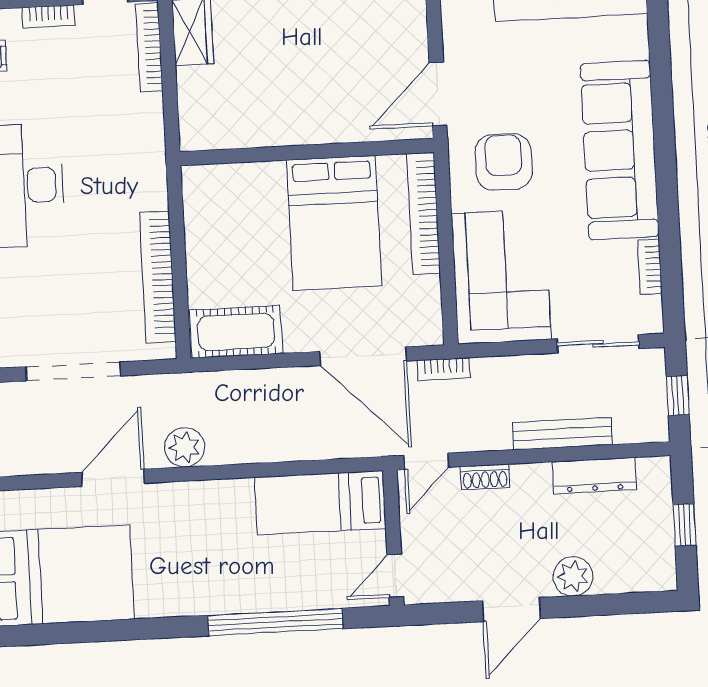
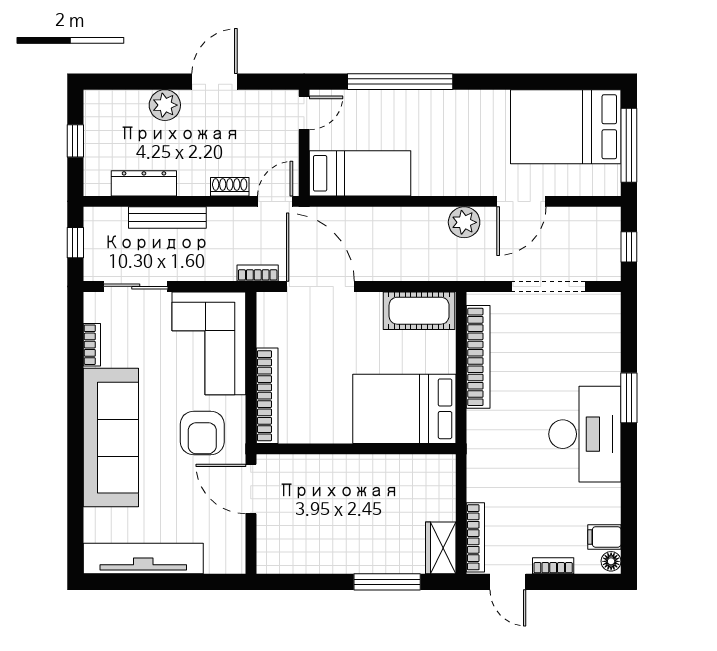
door: (438, 94) -> (251, 489), swing flipped
bed: (334, 223) -> (404, 409), moved, turned -90

